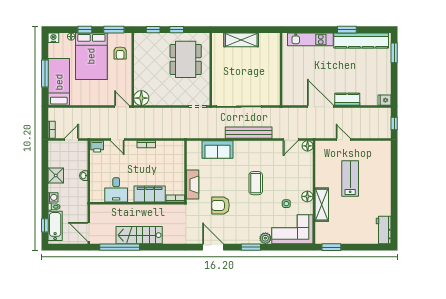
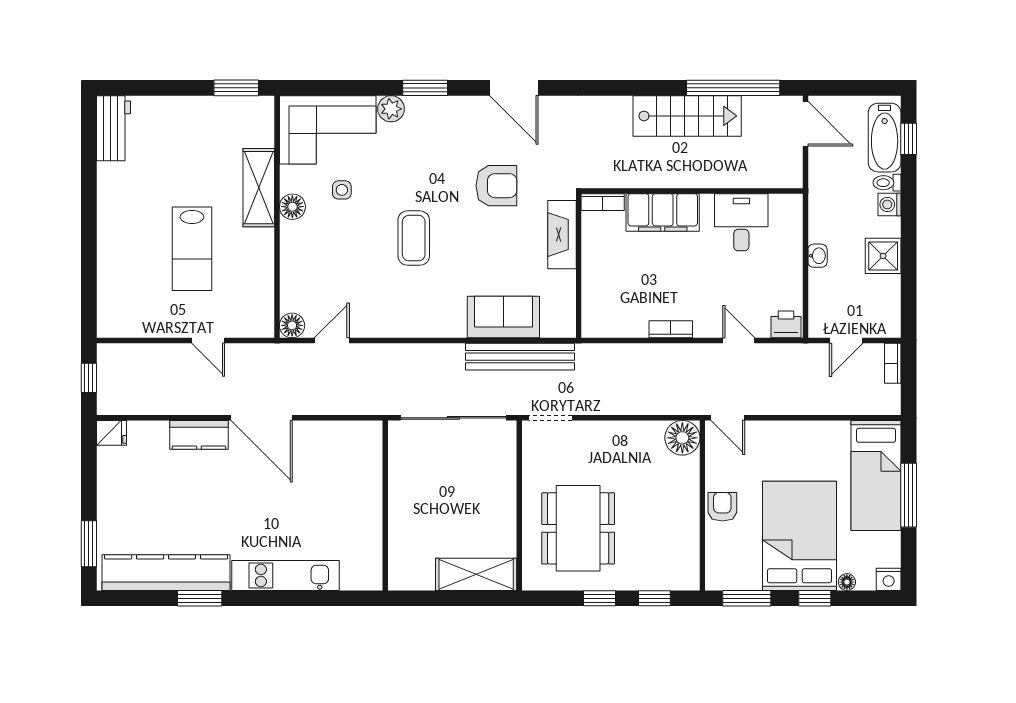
shelving: (241, 40) -> (476, 574), moved
armchair: (120, 53) -> (722, 507), moved
wall: (281, 69) -> (385, 505), moved
bench: (249, 133) -> (520, 357), moved

